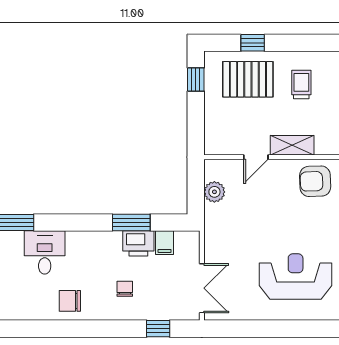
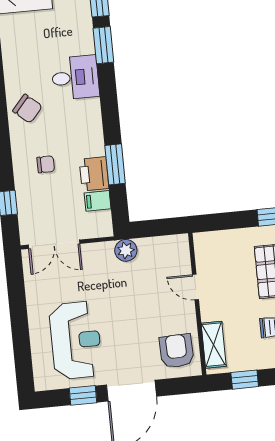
shelving: (292, 145) -> (214, 345), moved
plant: (214, 192) -> (126, 250), moved
chair: (70, 301) -> (27, 109), turned 131

